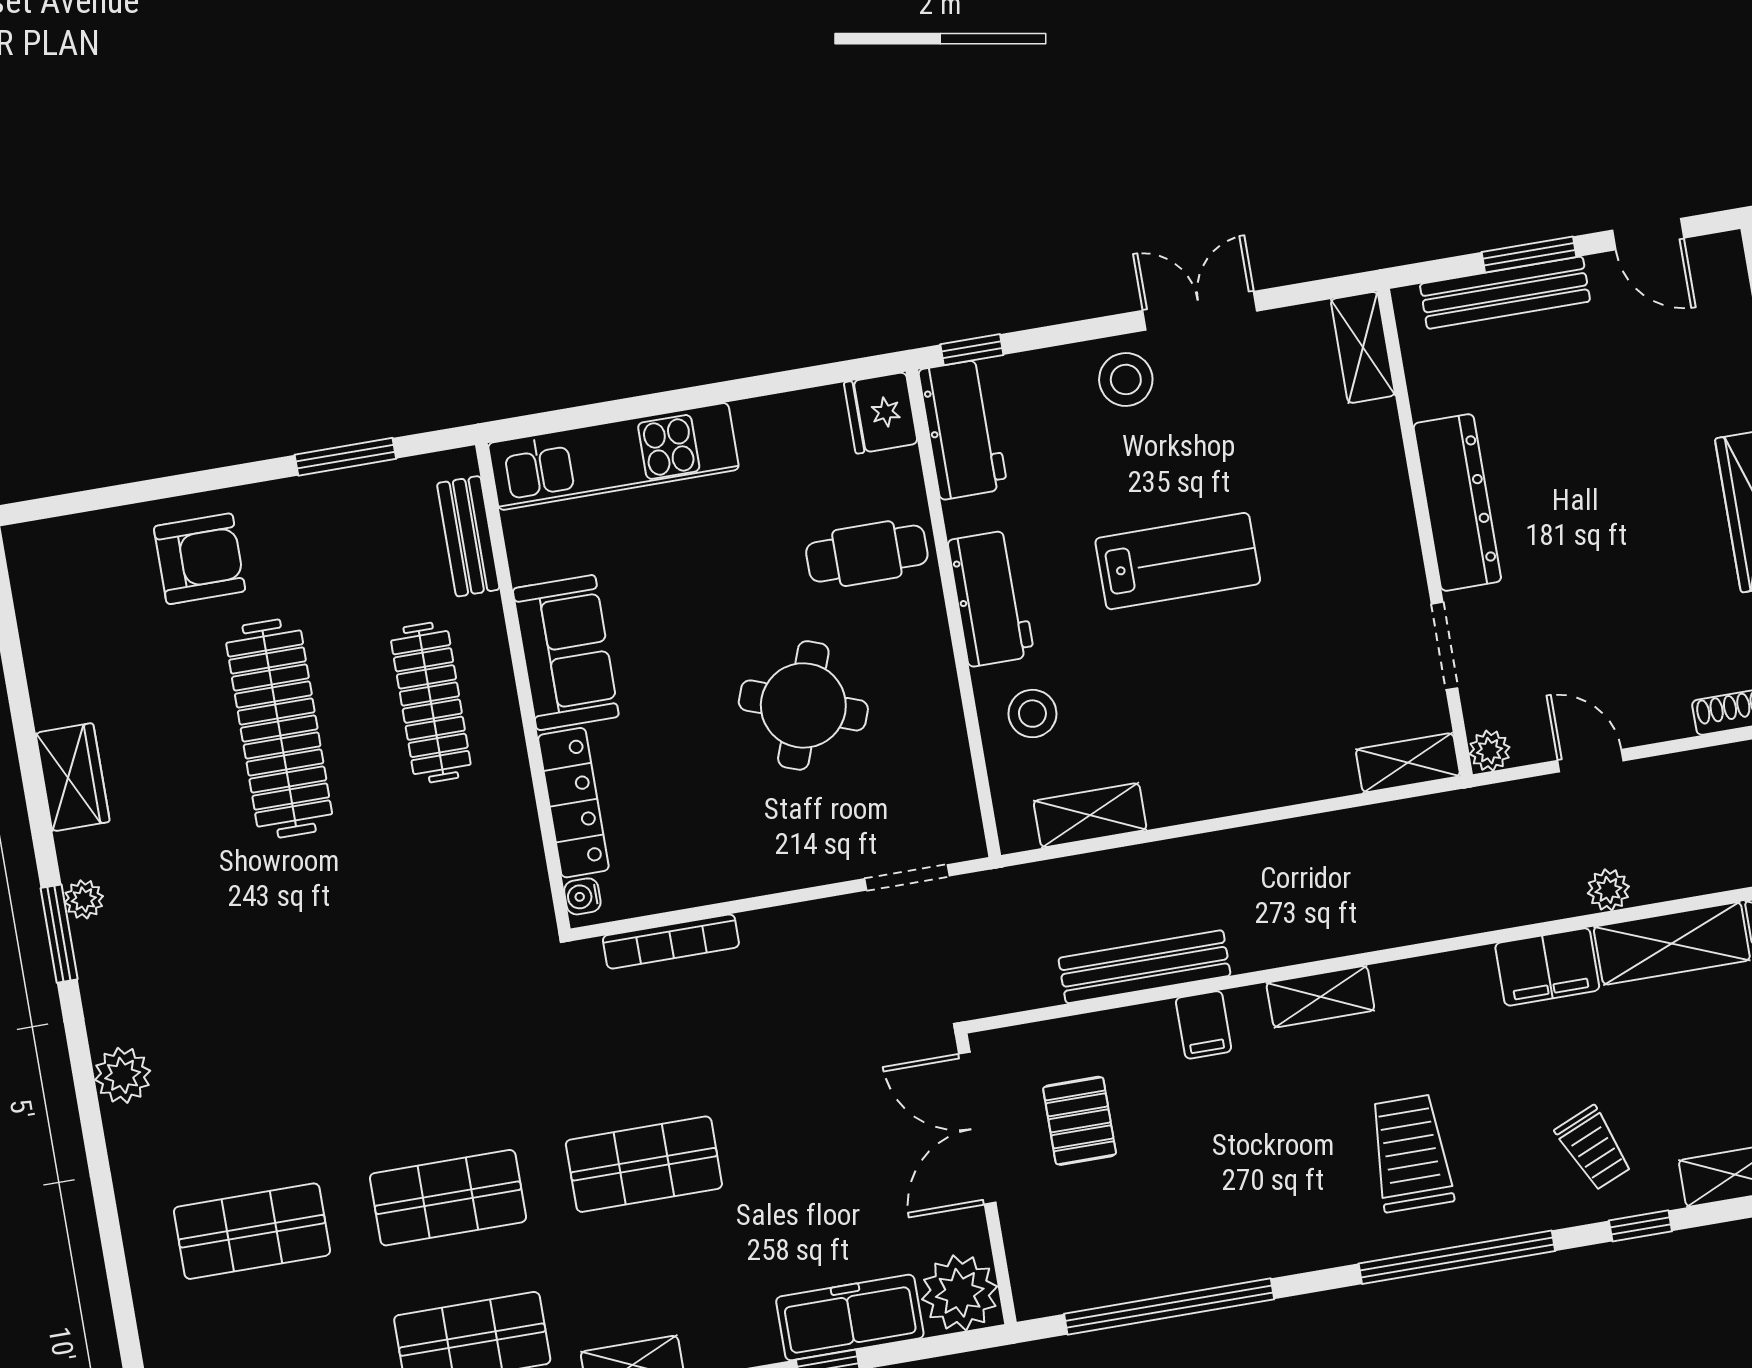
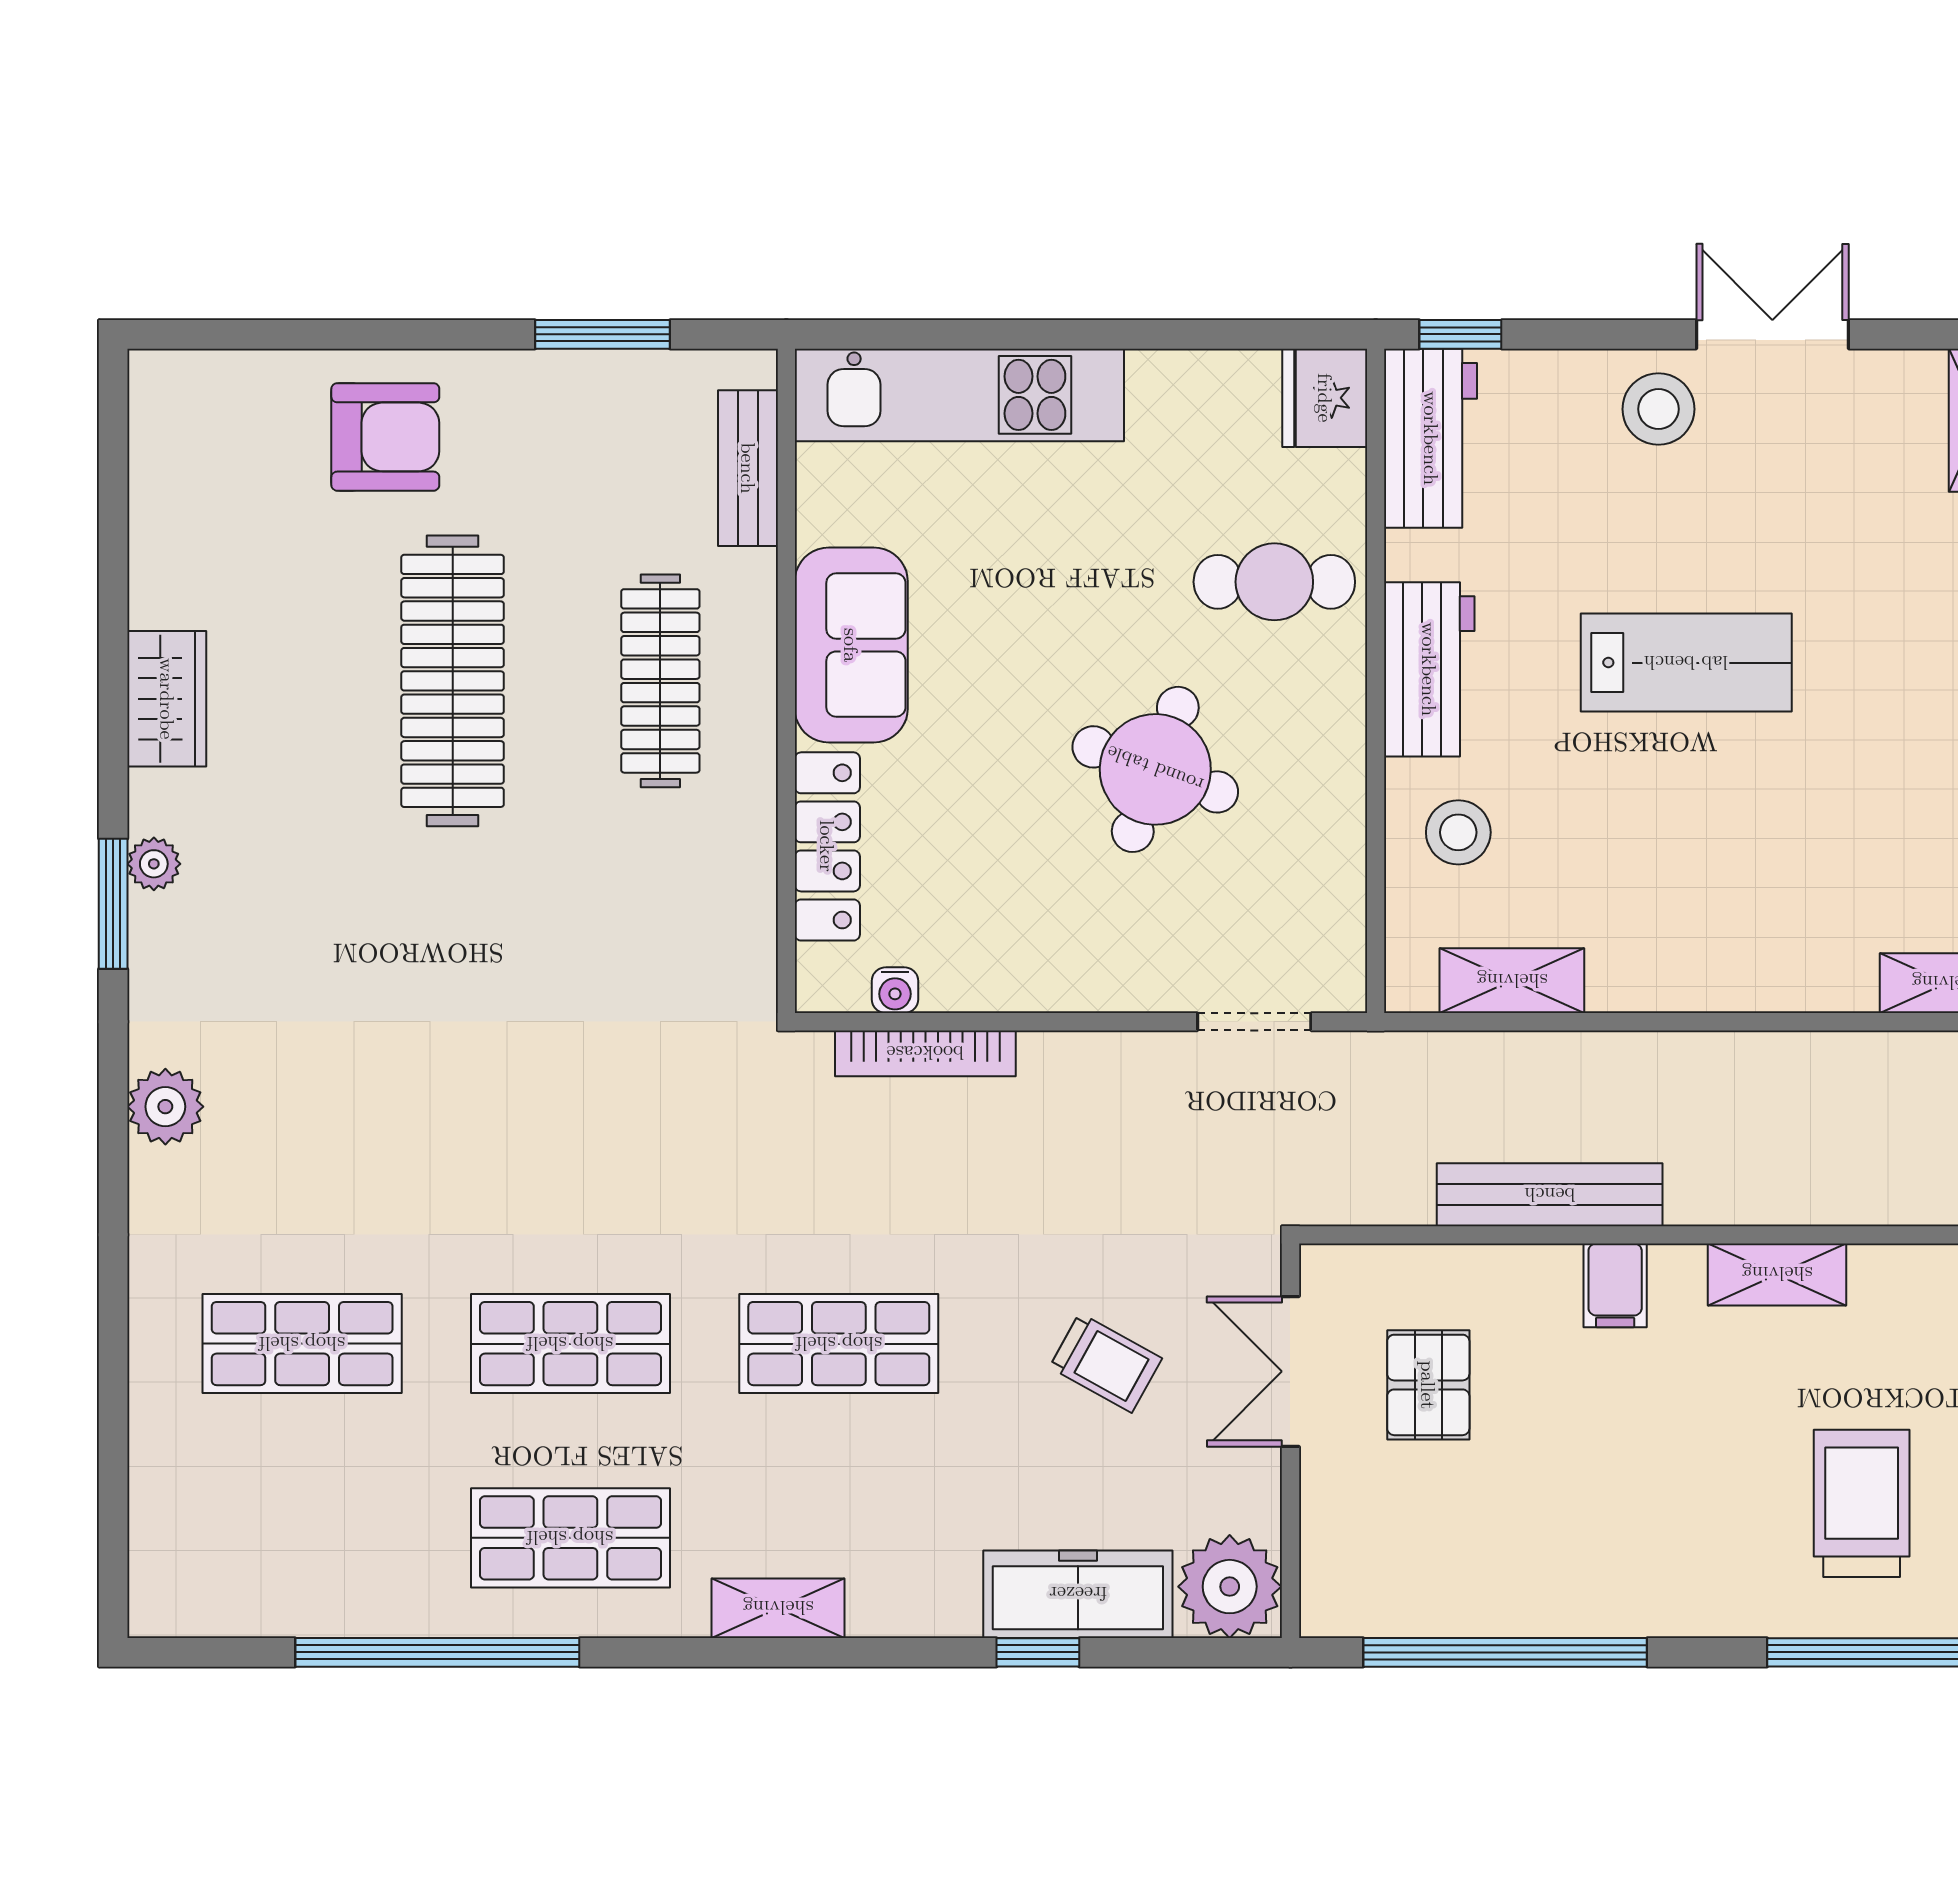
water cooler: (582, 896) -> (895, 990), moved, turned -90
double door: (977, 1128) -> (1290, 1371), width x0.73
trolley: (841, 1145) -> (1106, 1363), added

